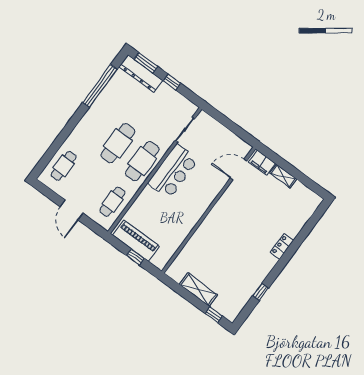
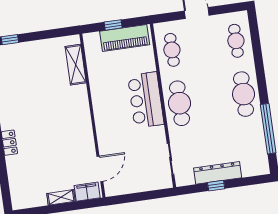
window: (146, 63) -> (250, 181), removed
dresser: (141, 74) -> (218, 173), moved
cafe table: (118, 143) -> (244, 94), moved
bar counter: (173, 171) -> (146, 100), moved
shelving: (198, 290) -> (76, 65), moved, turned 90

